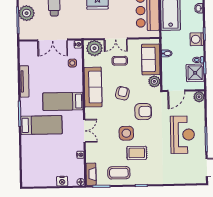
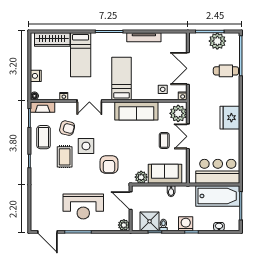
armchair: (122, 93) -> (67, 128), moved
bed: (41, 125) -> (81, 55), moved
wardrobe: (28, 167) -> (52, 39), added

